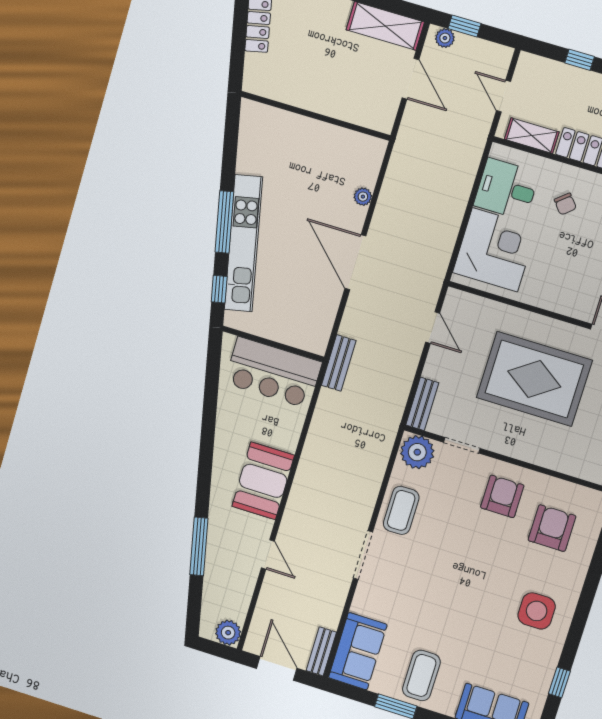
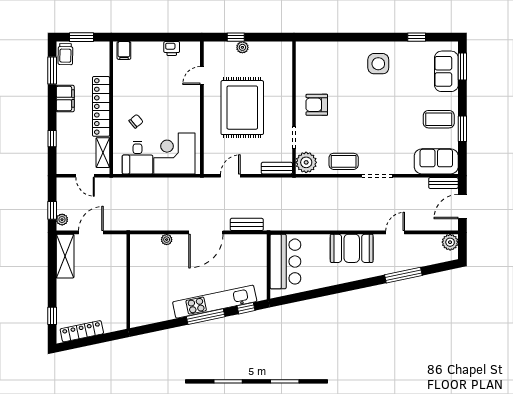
door: (504, 96) -> (85, 176), hinge flipped
bench: (339, 363) -> (247, 224), moved
armchair: (552, 528) -> (326, 70), removed

